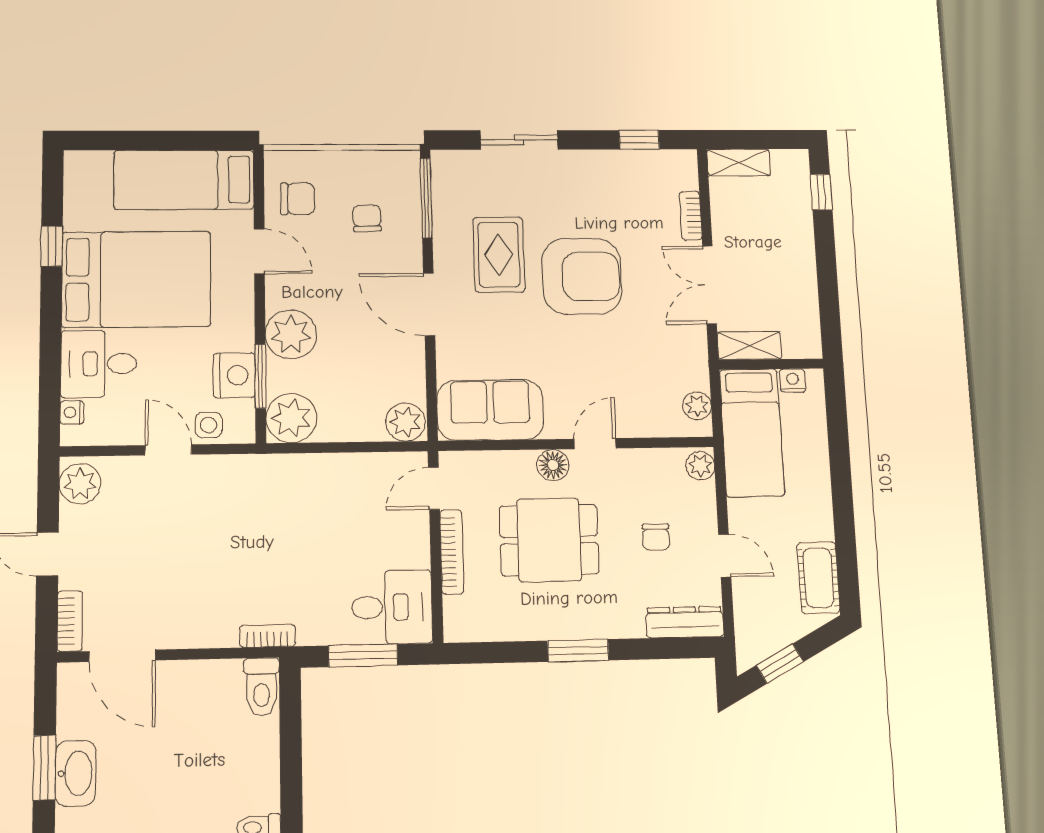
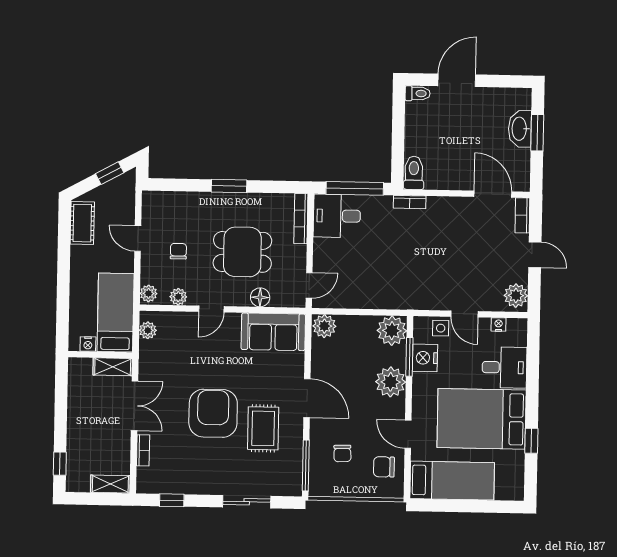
armchair: (582, 276) -> (213, 413), turned 90
nightstand: (72, 412) -> (499, 325), moved, turned -90
plant: (651, 462) -> (178, 297), added
floor lamp: (553, 465) -> (260, 297), moved
bookcase: (452, 552) -> (301, 219), moved
dresser: (685, 622) -> (165, 200), removed
window: (363, 656) -> (355, 188), width x1.44

